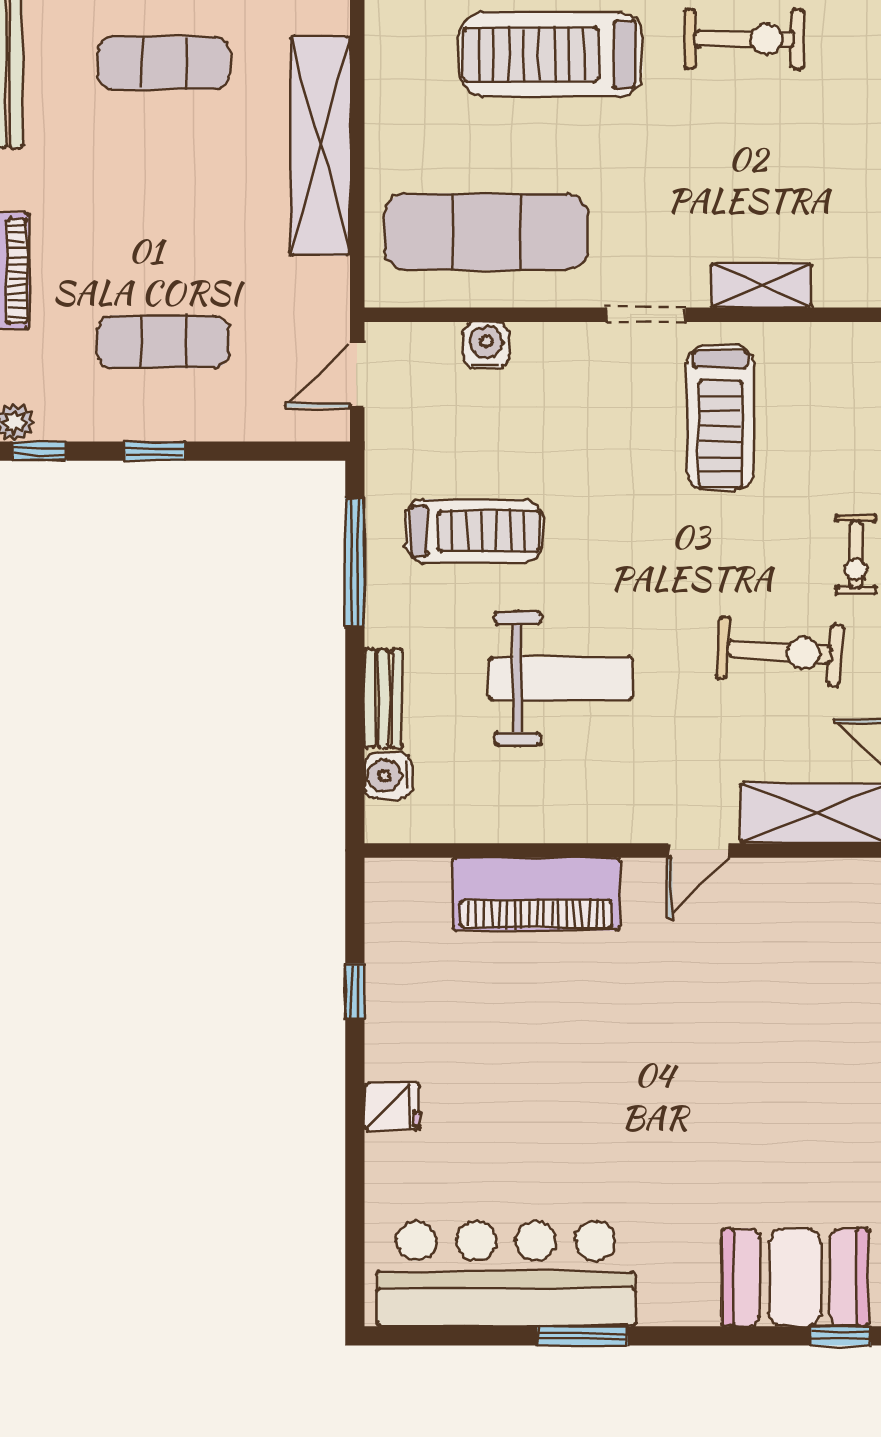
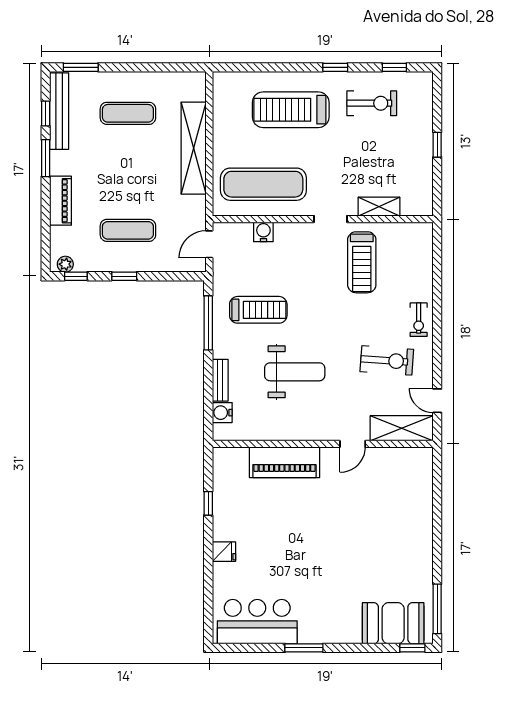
bar counter: (506, 1274) -> (257, 622), width x0.73

